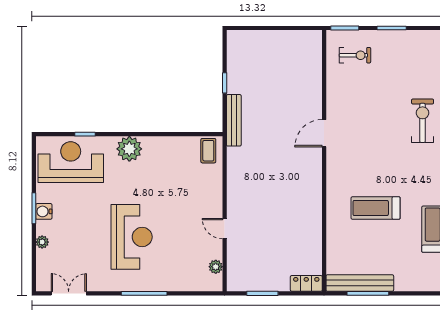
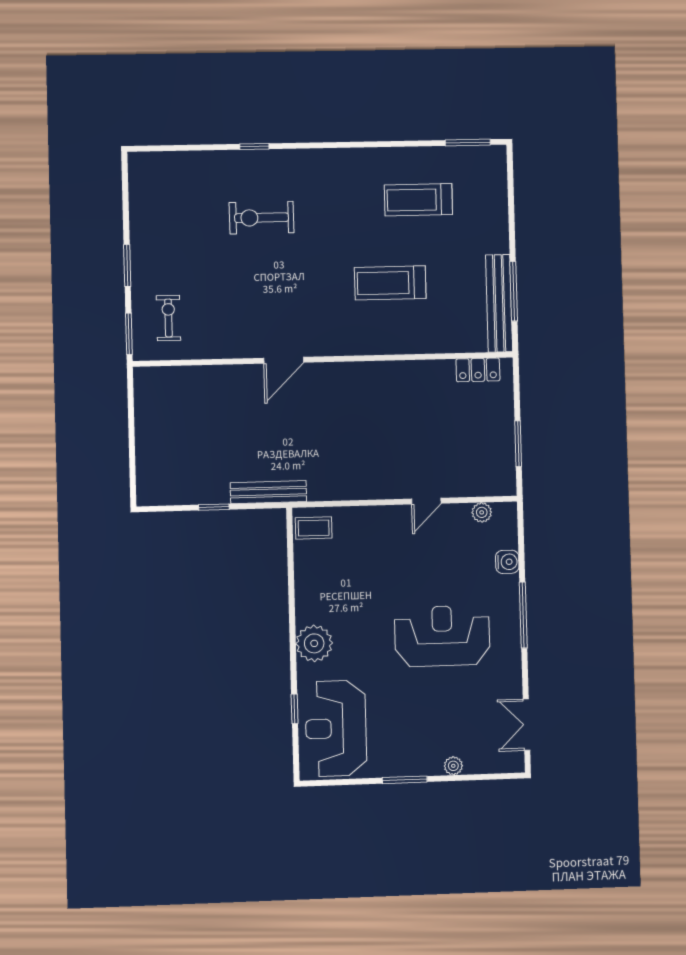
door: (324, 133) -> (284, 360), hinge flipped
treadmill: (376, 208) -> (390, 283), turned 90
water cooler: (44, 211) -> (507, 562), moved, turned -90
locker: (306, 283) -> (478, 370), moved, turned -90

